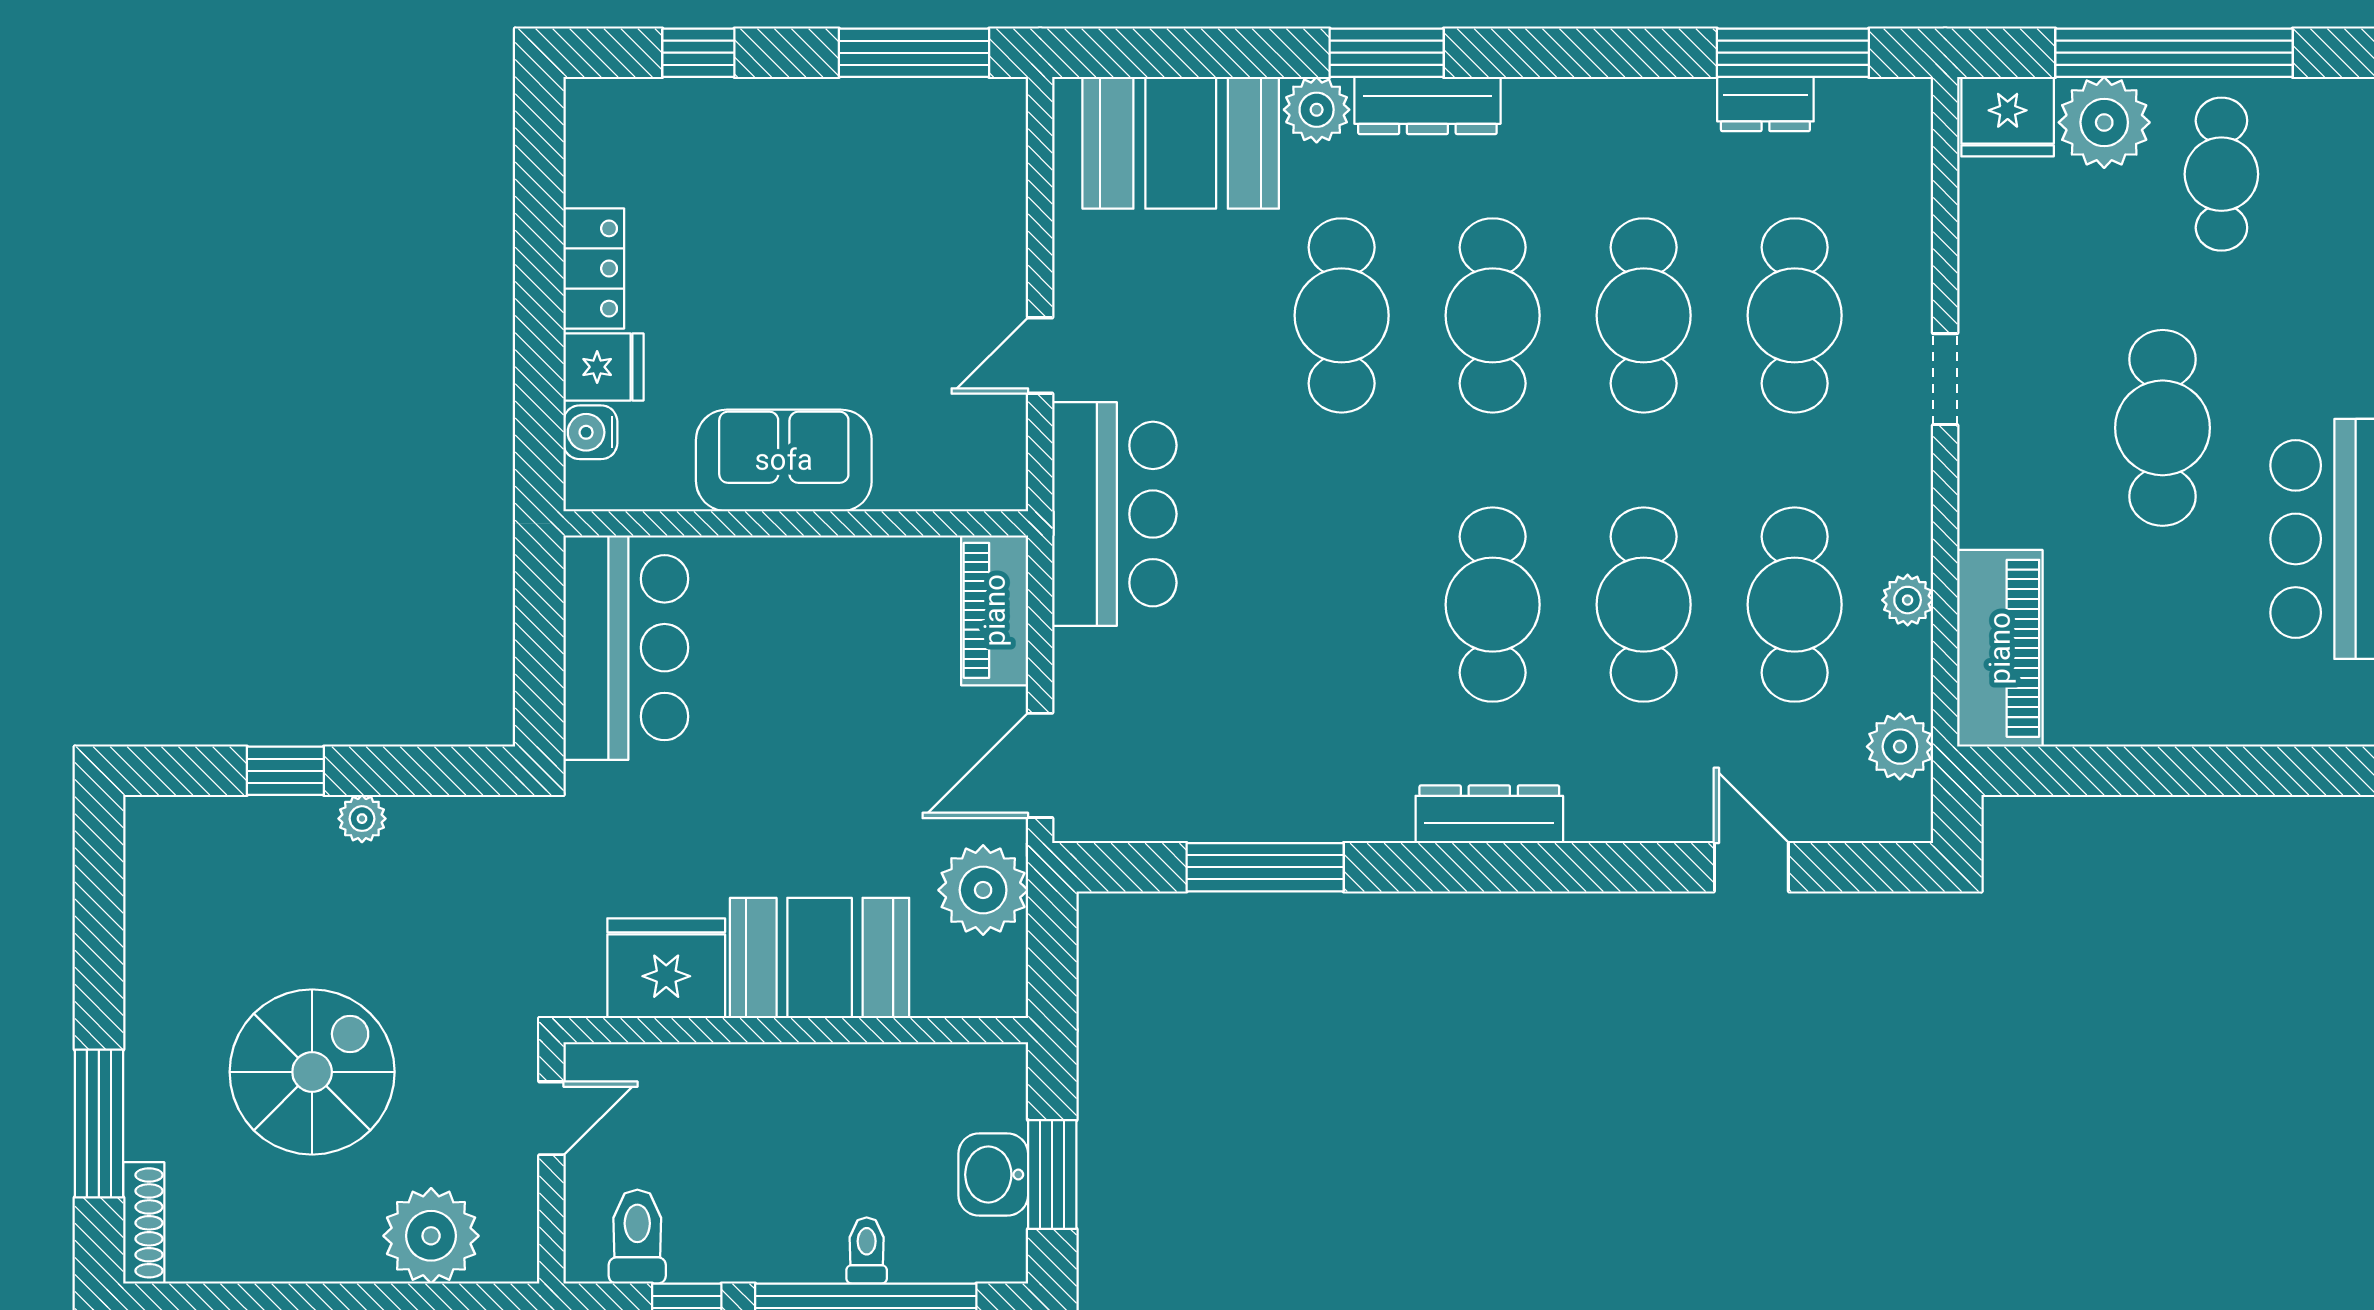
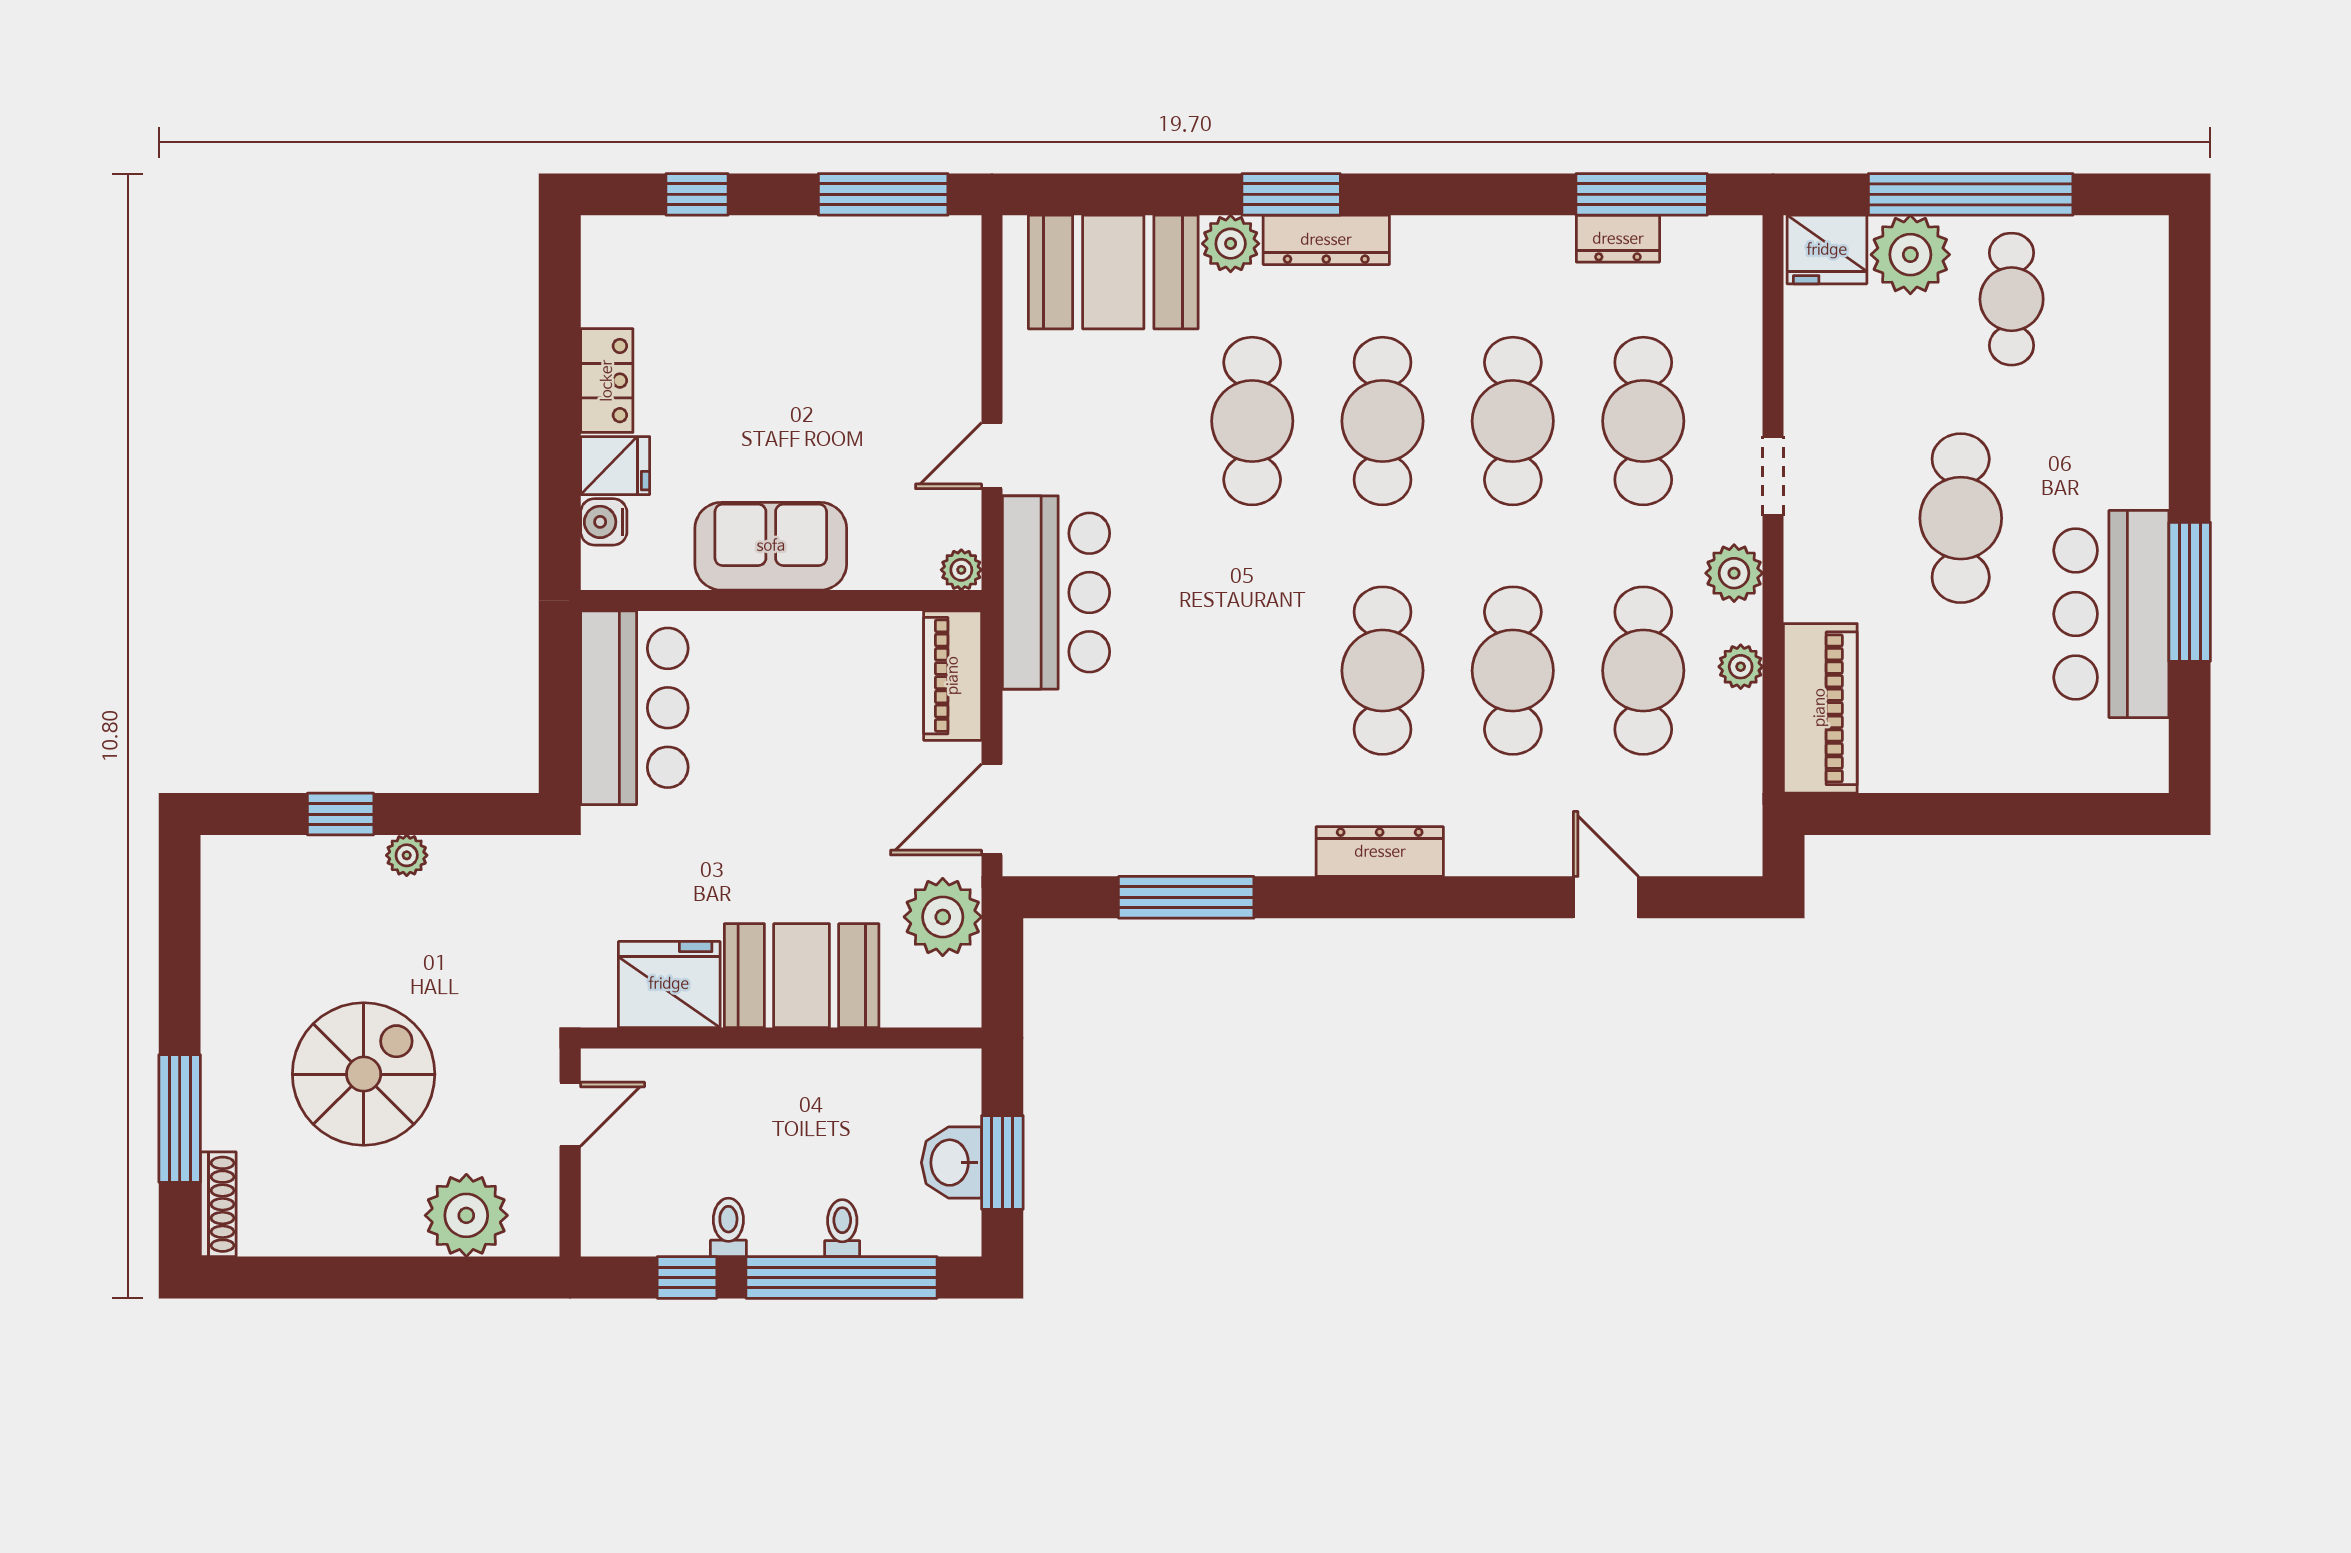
plant: (1005, 488) -> (961, 570), added
plant: (1900, 747) -> (1734, 573), moved
toilet: (637, 1237) -> (728, 1227), moved, width x0.73, depth x0.72

